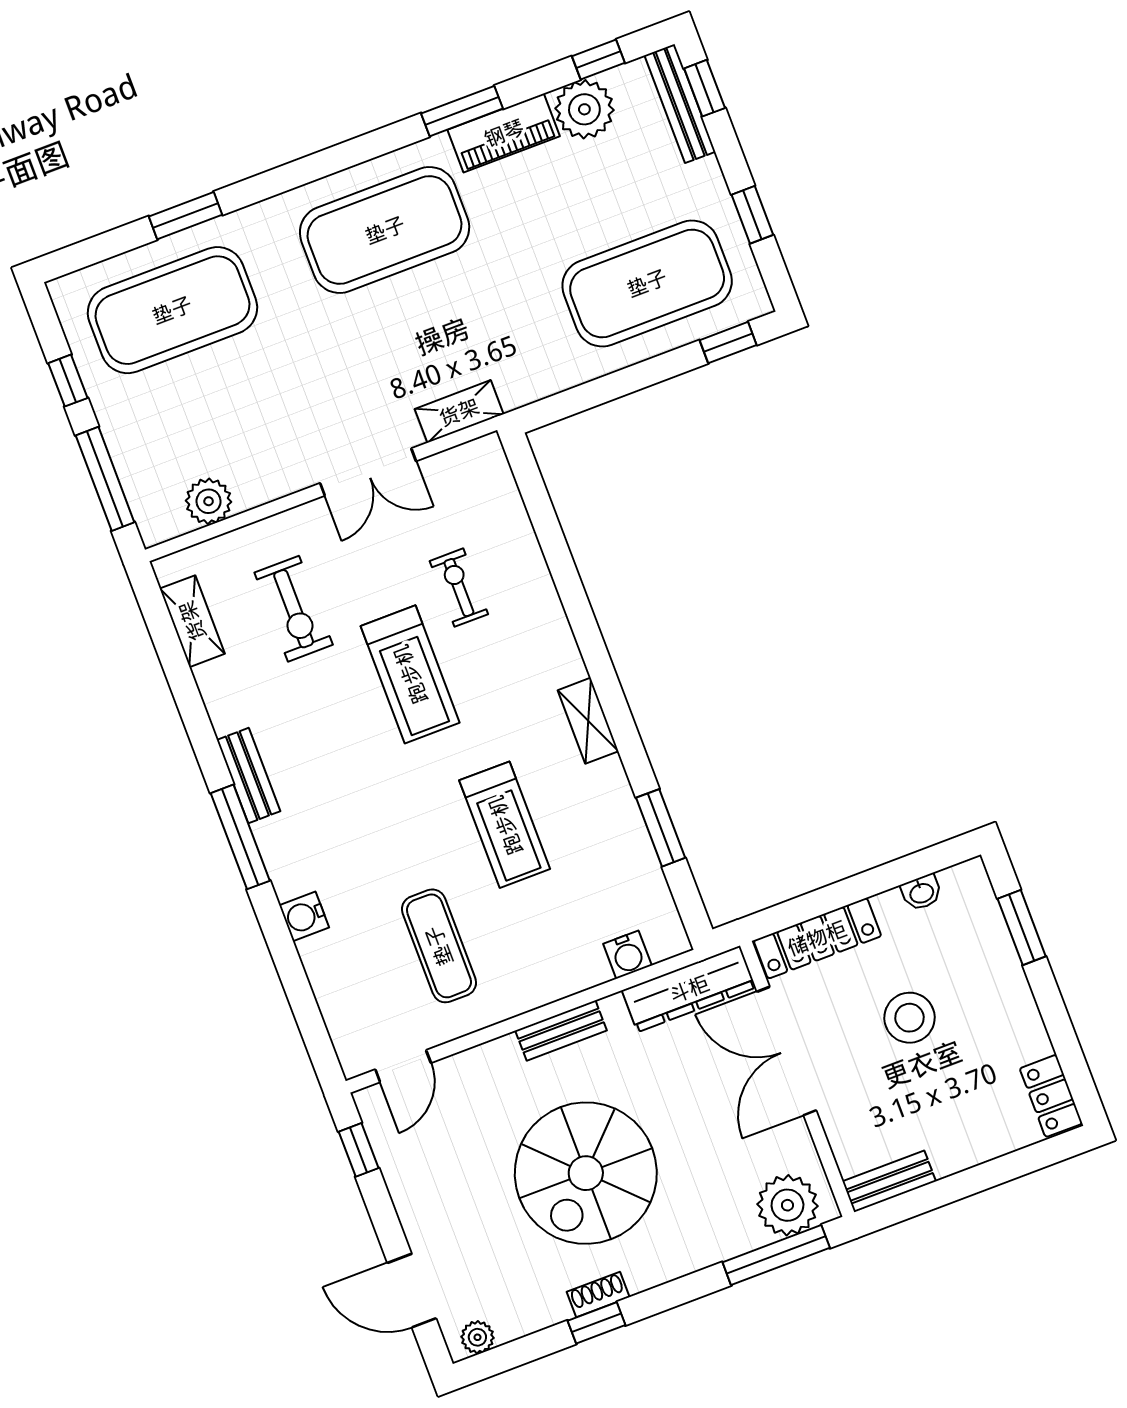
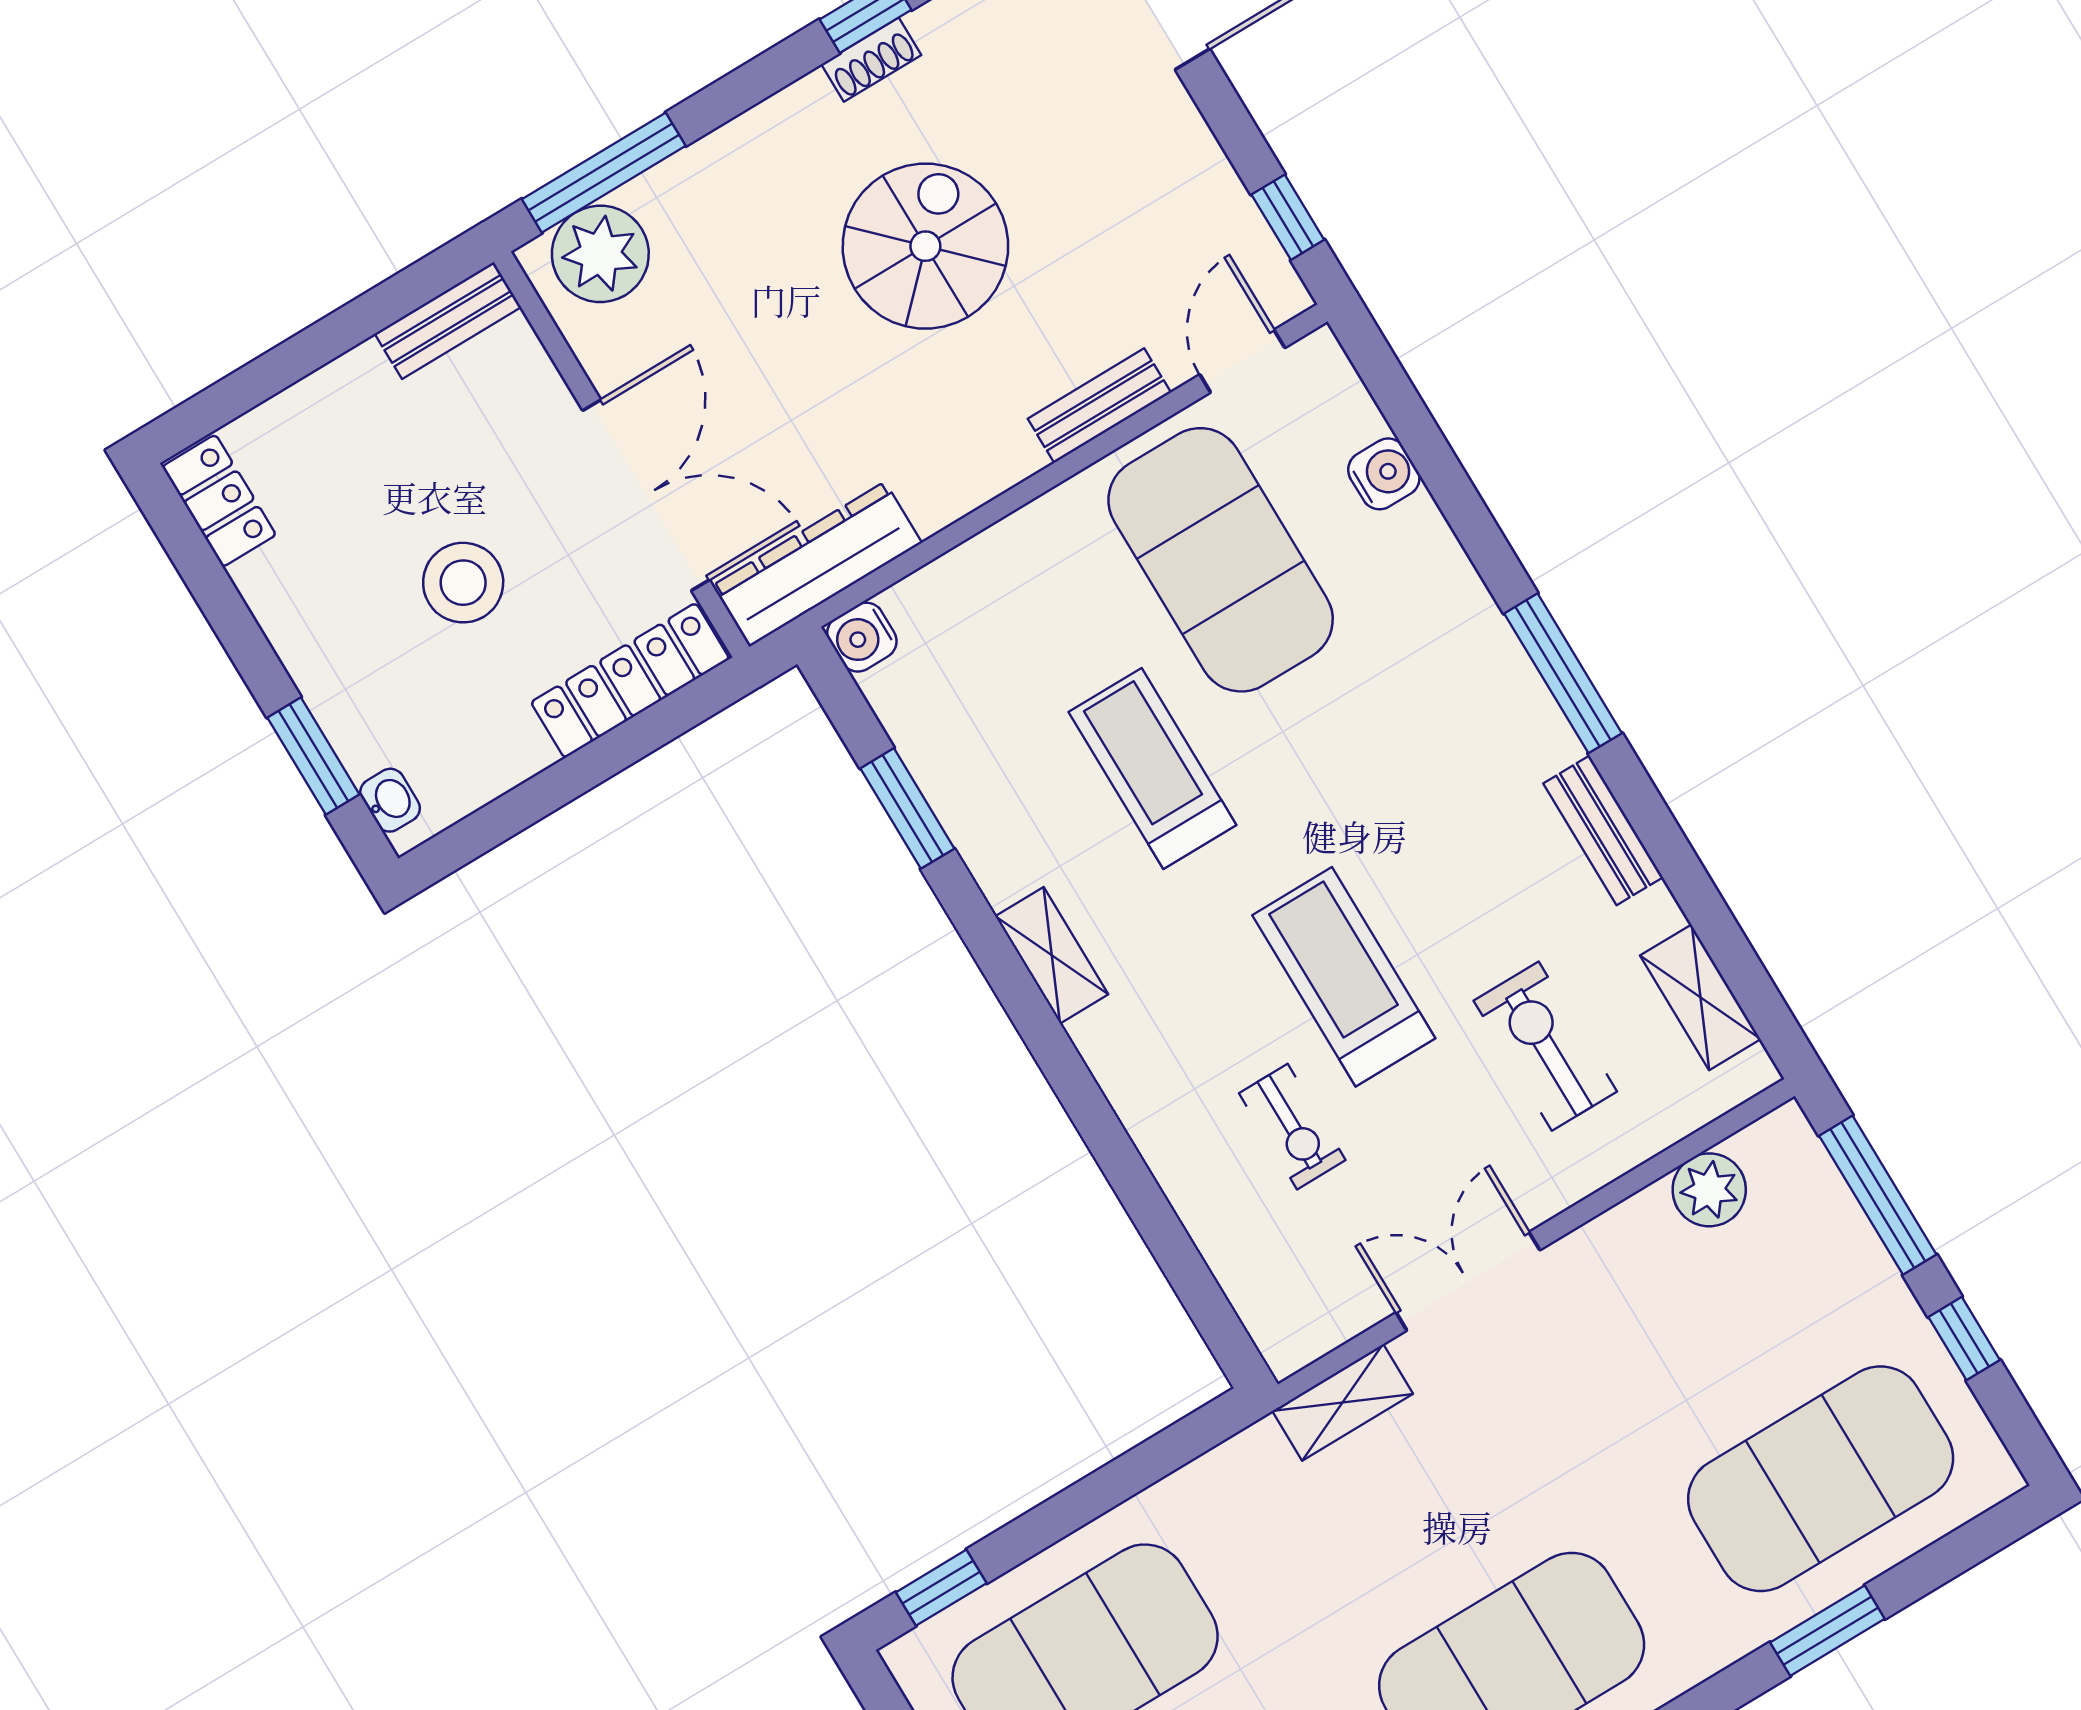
bench: (248, 776) -> (1603, 830), moved
washbasin: (921, 892) -> (390, 800), moved, turned 90
water cooler: (304, 916) -> (1384, 474), moved
exercise mat: (439, 946) -> (1221, 560), width x2.00, depth x1.45
water cooler: (627, 955) -> (862, 637), moved, turned -90
bench: (561, 1030) -> (1099, 406), moved
spiral stairs: (586, 1173) -> (925, 246), width x0.73, depth x0.73

